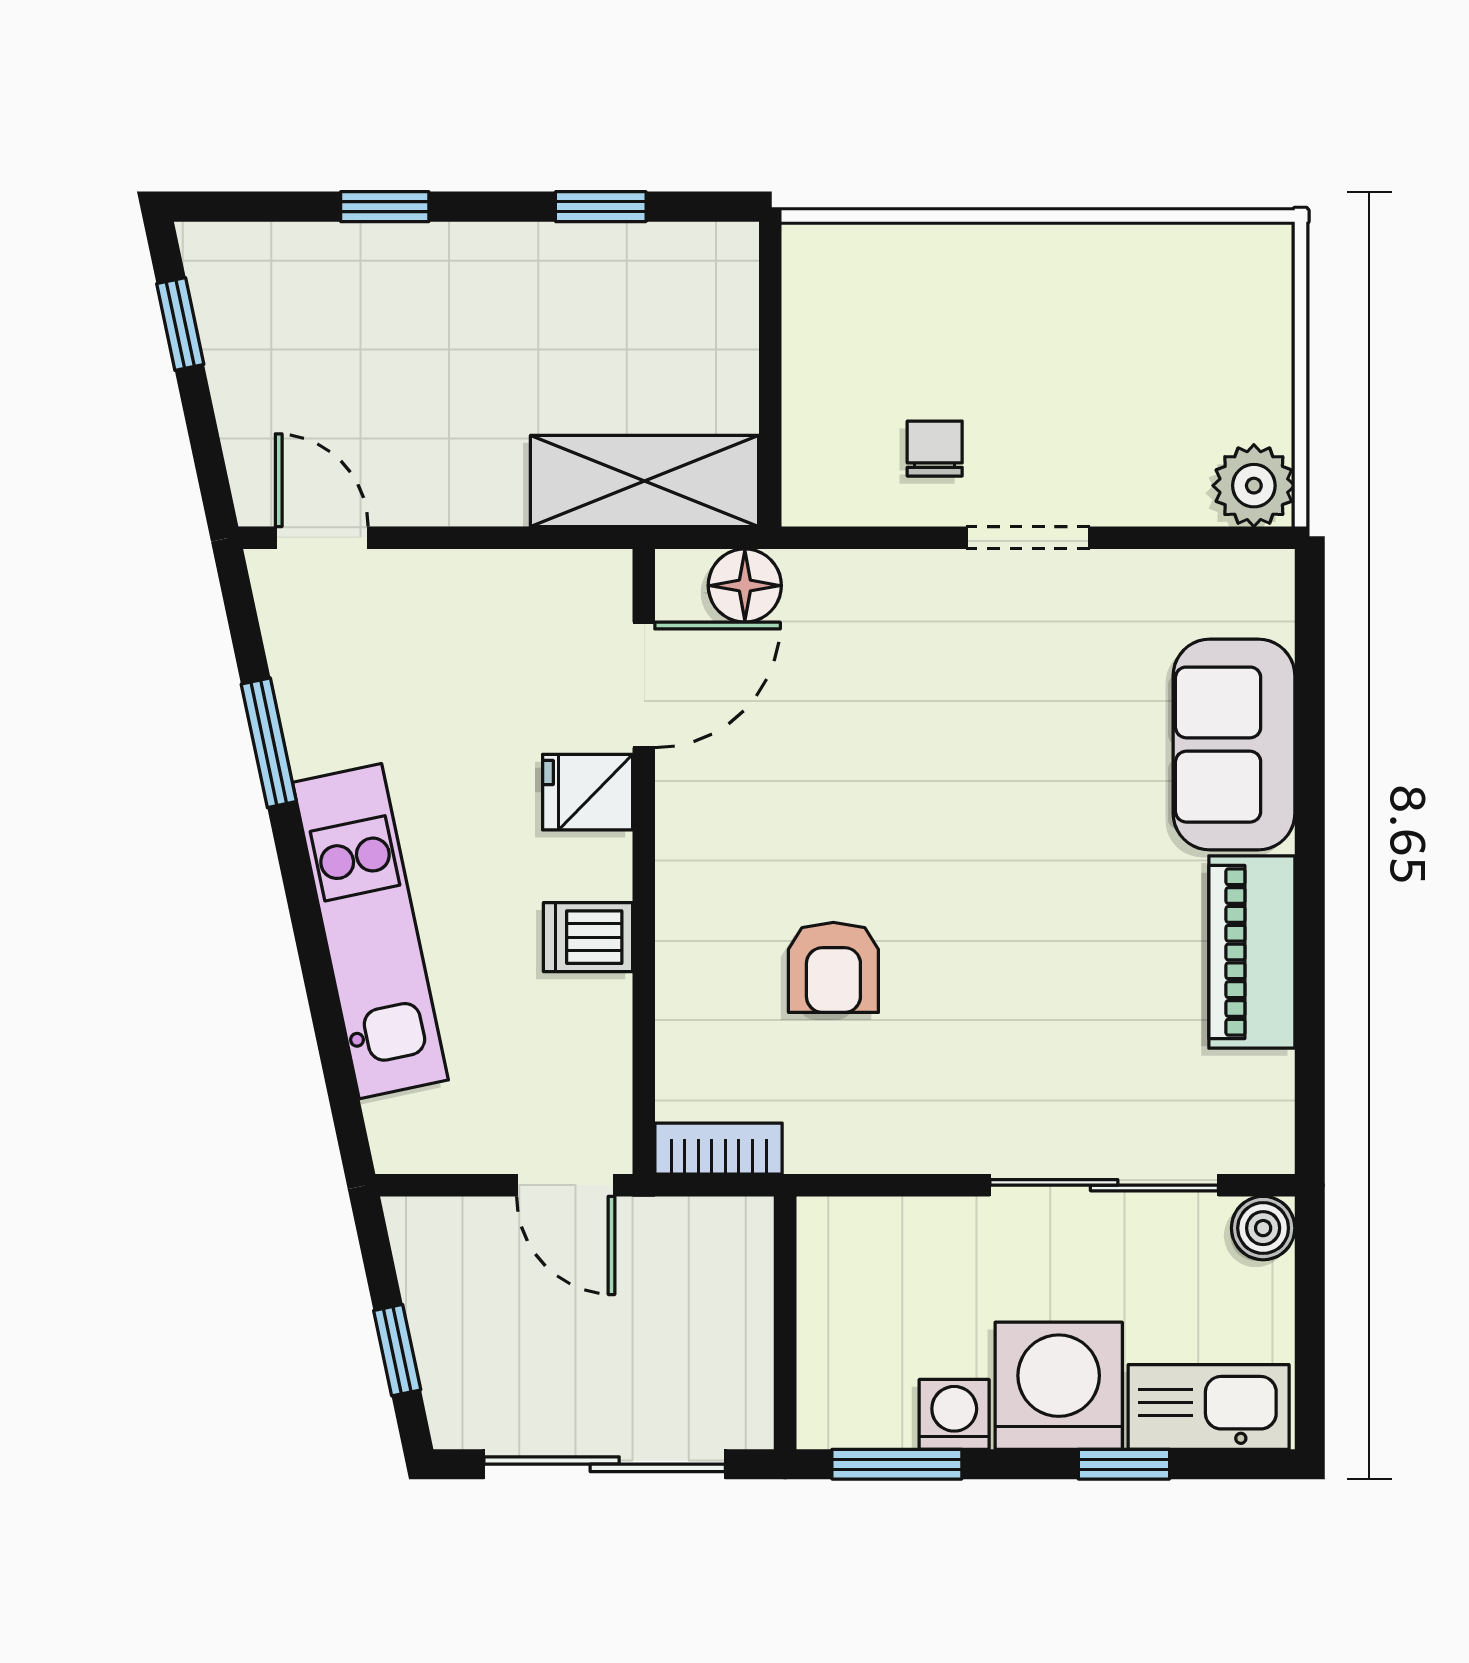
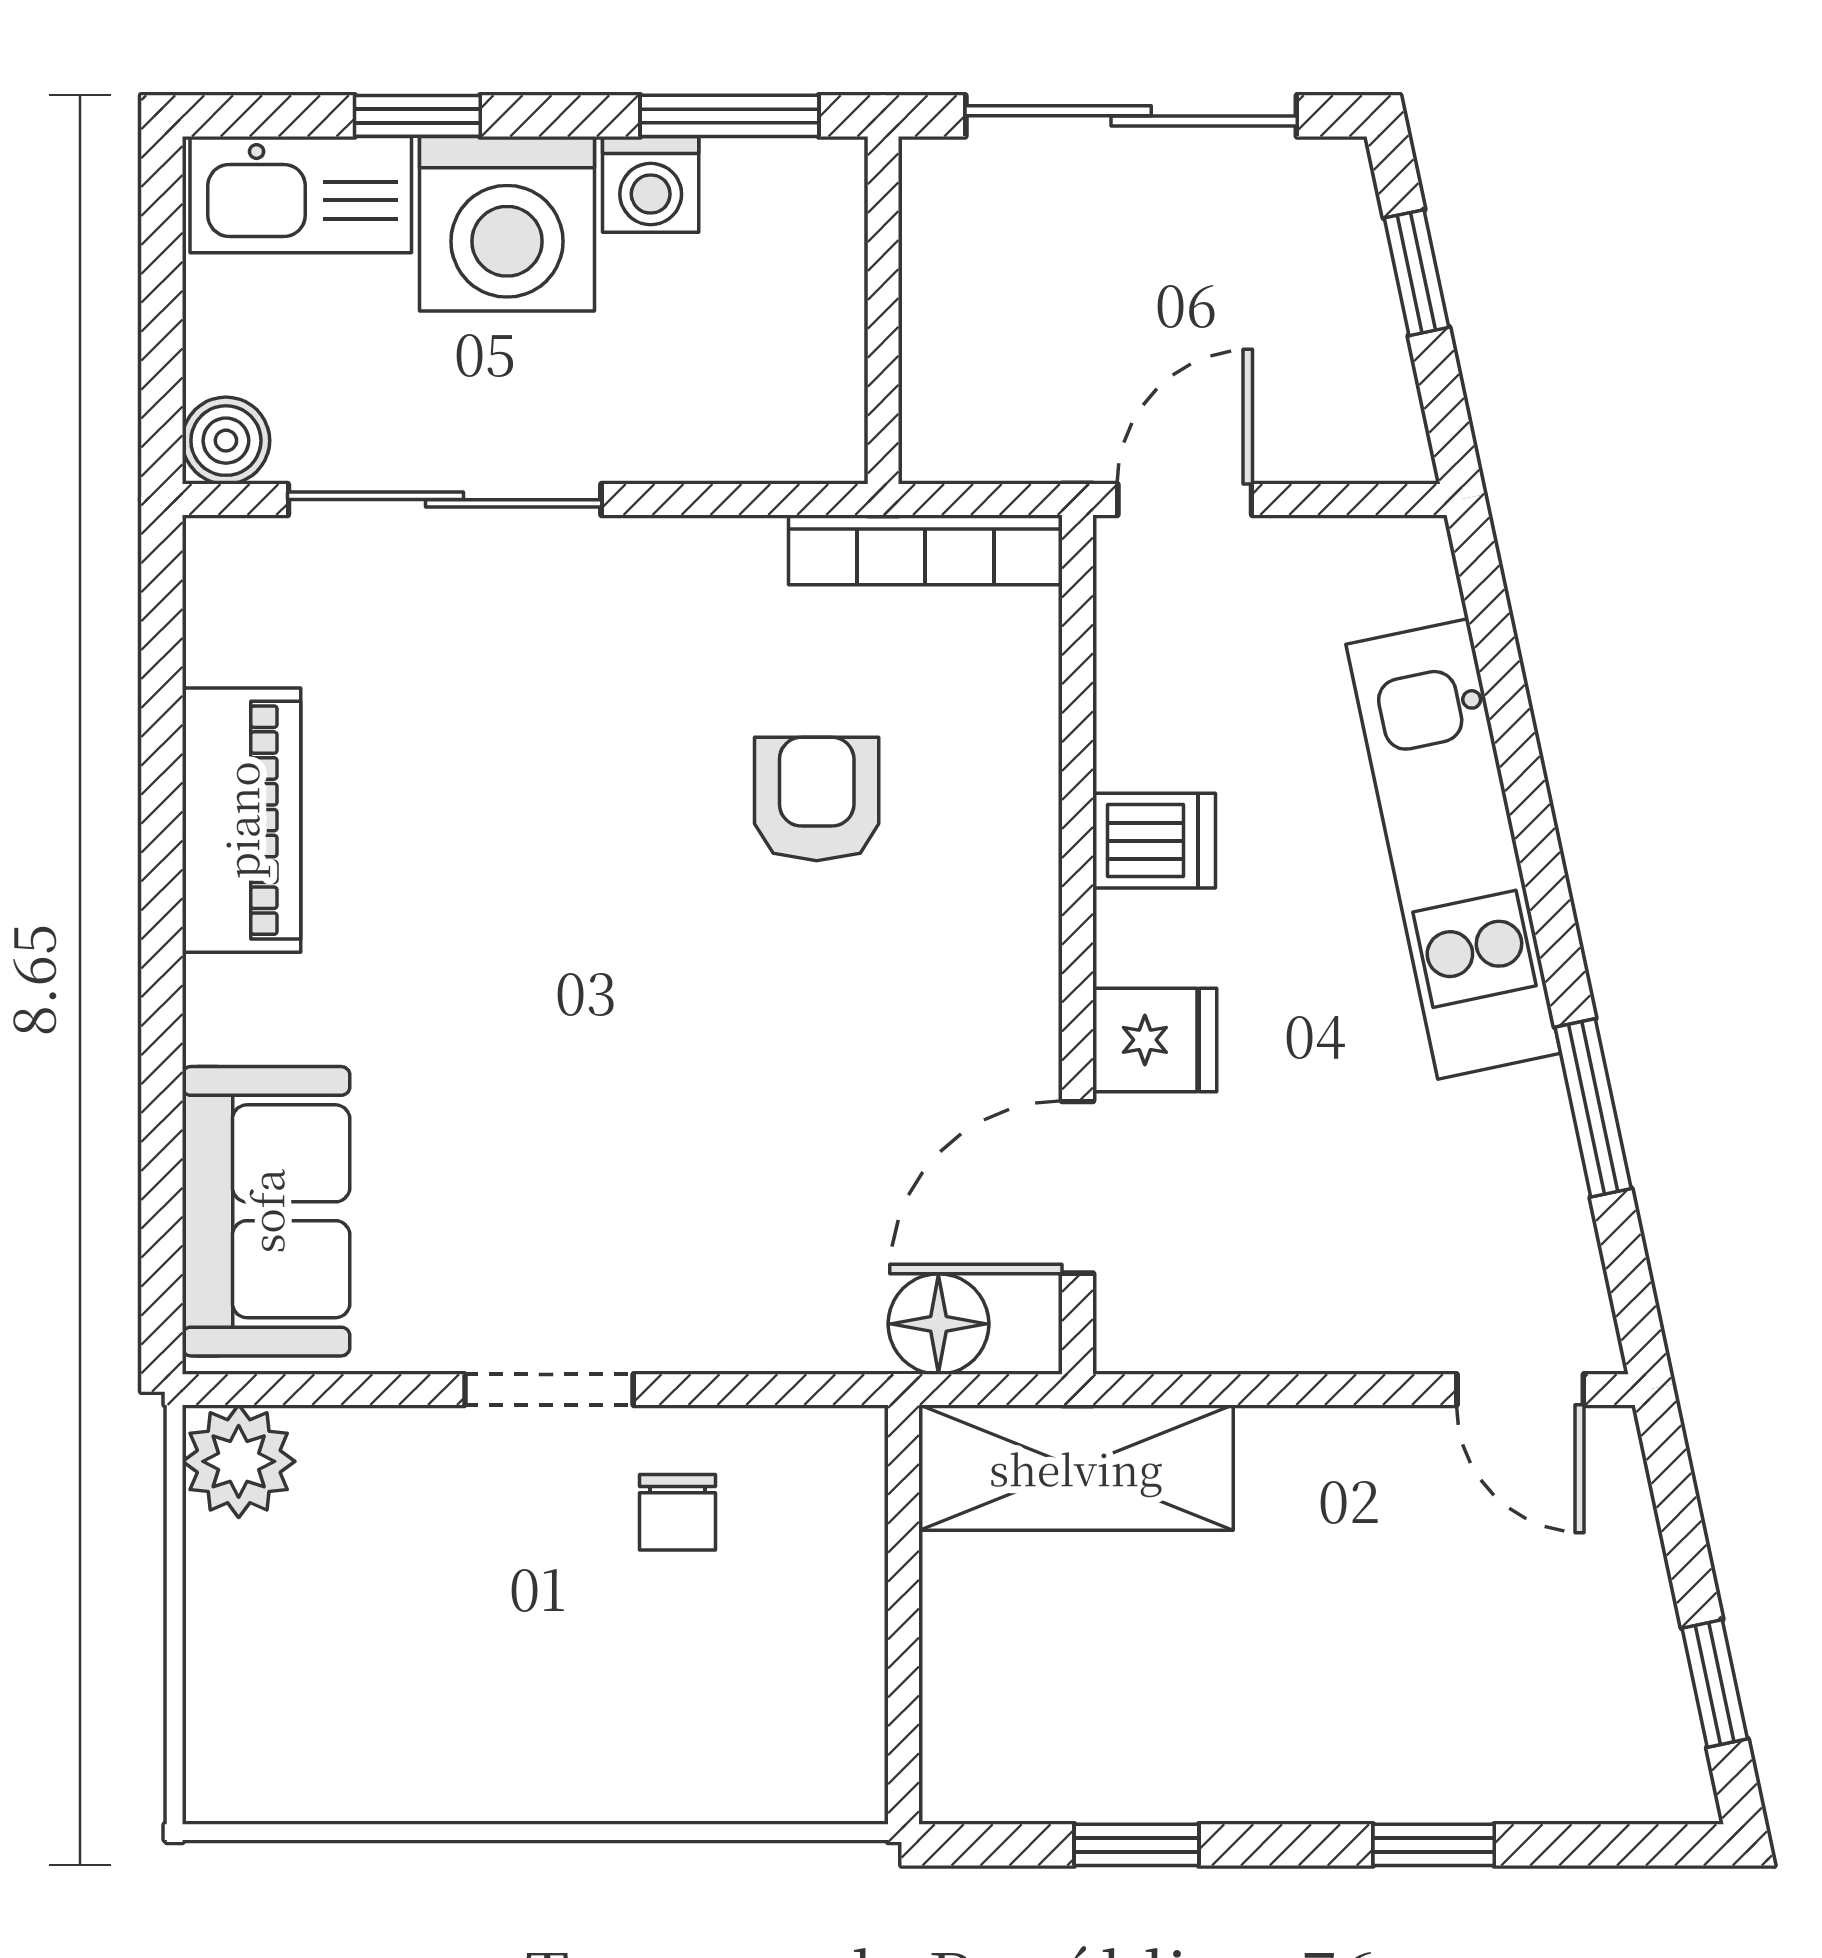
sofa: (1234, 745) -> (266, 1211), moved
bookcase: (719, 1149) -> (925, 550), width x1.56
door: (566, 1185) -> (1185, 500), hinge flipped

